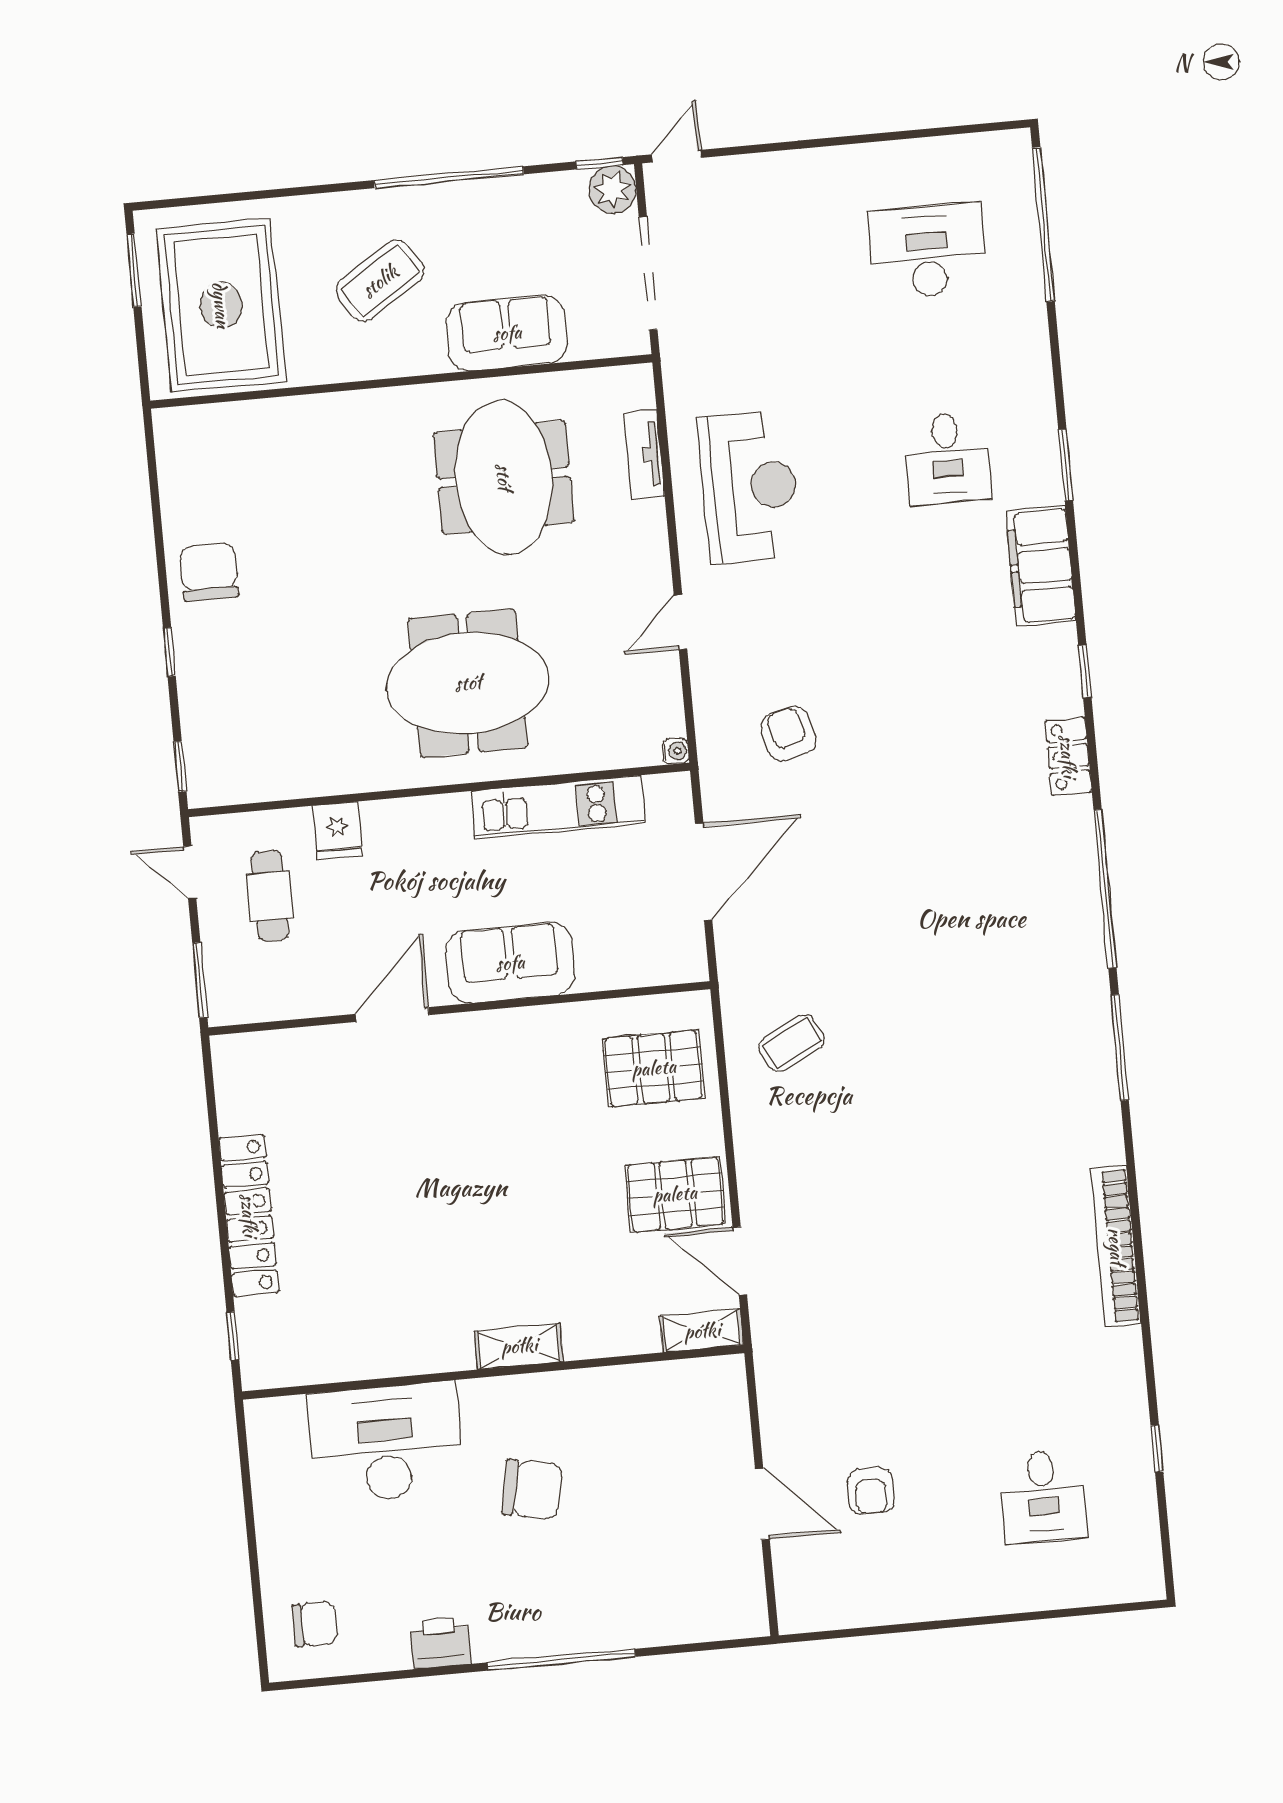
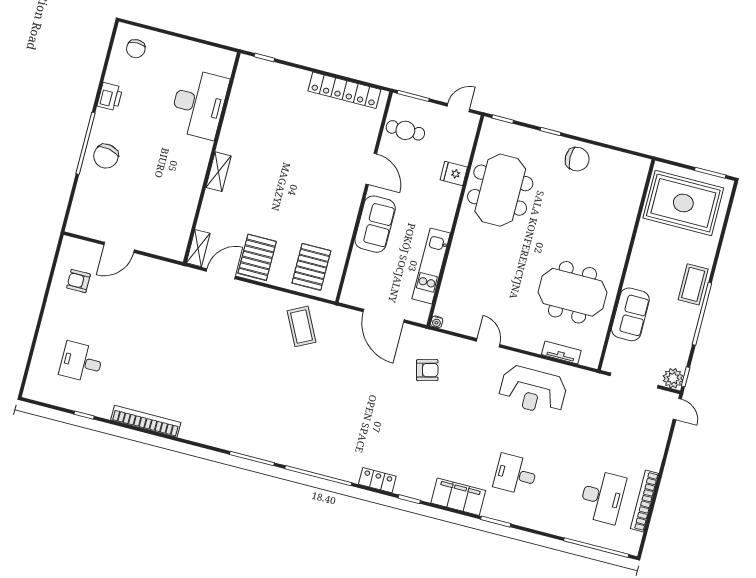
bookcase: (903, 155) -> (645, 501), added
coffee table: (380, 281) -> (693, 284), moved, turned 33
meeting table: (468, 683) -> (500, 190), moved
cafe table: (270, 896) -> (405, 130), moved
coffee table: (792, 1043) -> (301, 326), width x1.36, depth x1.30
locker: (249, 1215) -> (344, 90), moved
bookcase: (1116, 1246) -> (146, 421), moved
chair: (532, 1489) -> (106, 156), moved
armchair: (871, 1491) -> (79, 281), moved

